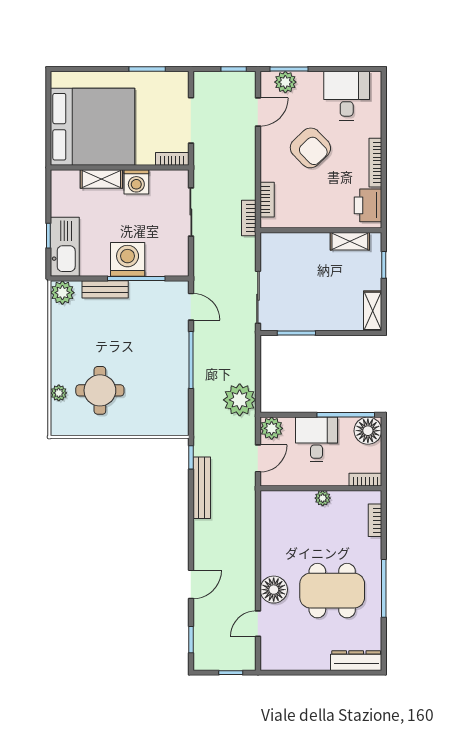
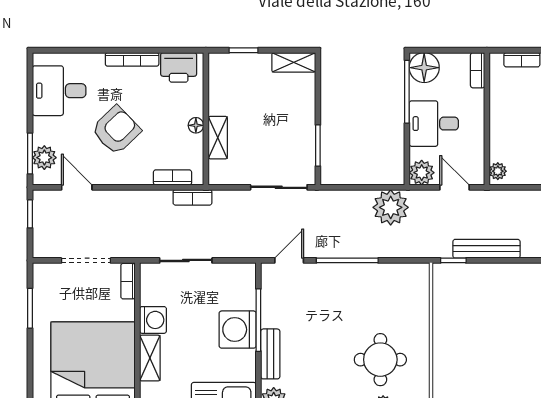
floor lamp: (315, 221) -> (196, 125), added
shelving: (350, 241) -> (218, 138), moved
plant: (323, 498) -> (498, 171), moved

